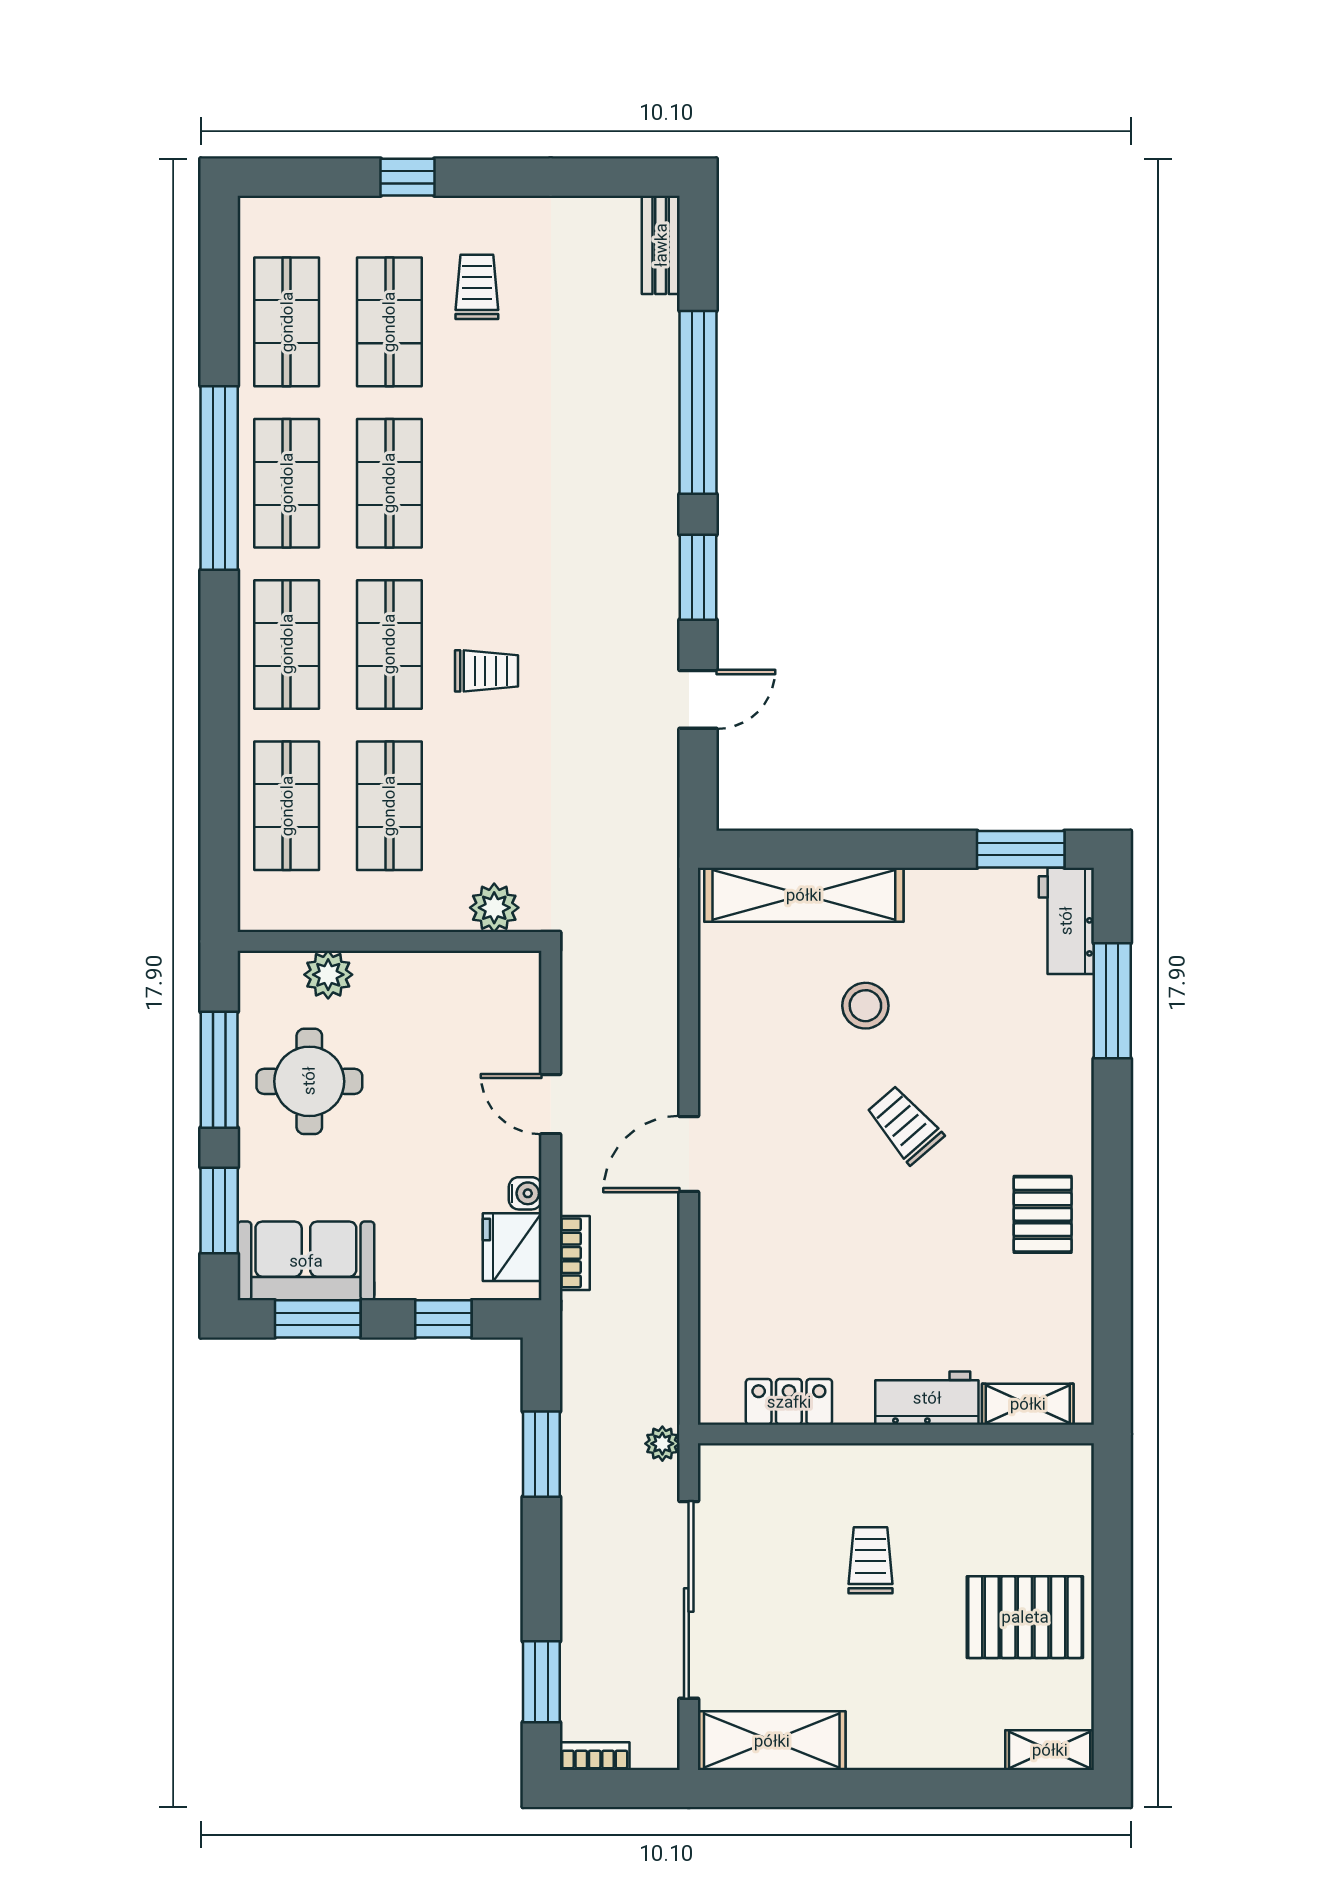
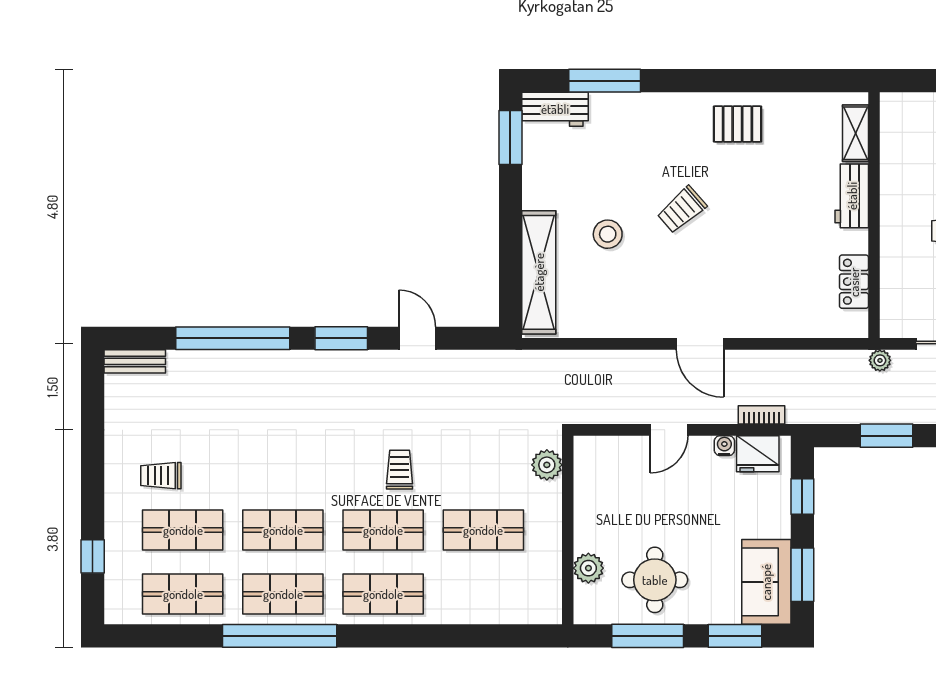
window: (408, 177) -> (93, 556), moved
shop shelf: (287, 806) -> (483, 594), removed

